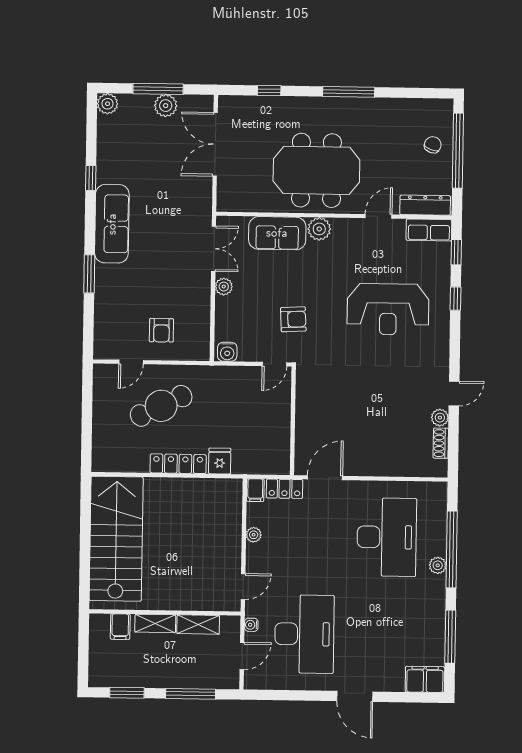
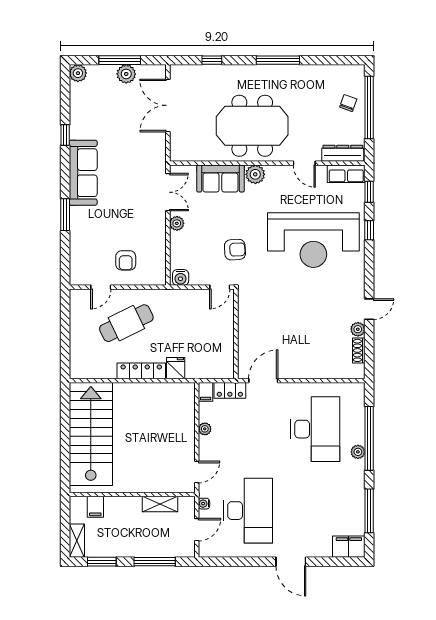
door: (378, 216) -> (304, 163), swing flipped
reception desk: (388, 309) -> (313, 240), width x1.36, depth x1.30
shelving: (155, 623) -> (77, 541), moved, turned 90

